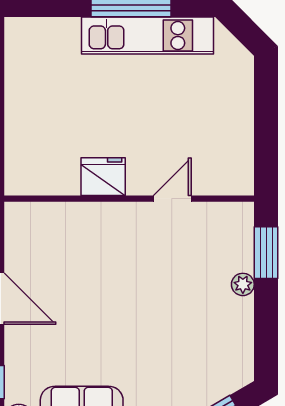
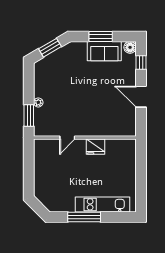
kitchen unit: (147, 36) -> (102, 204), moved

